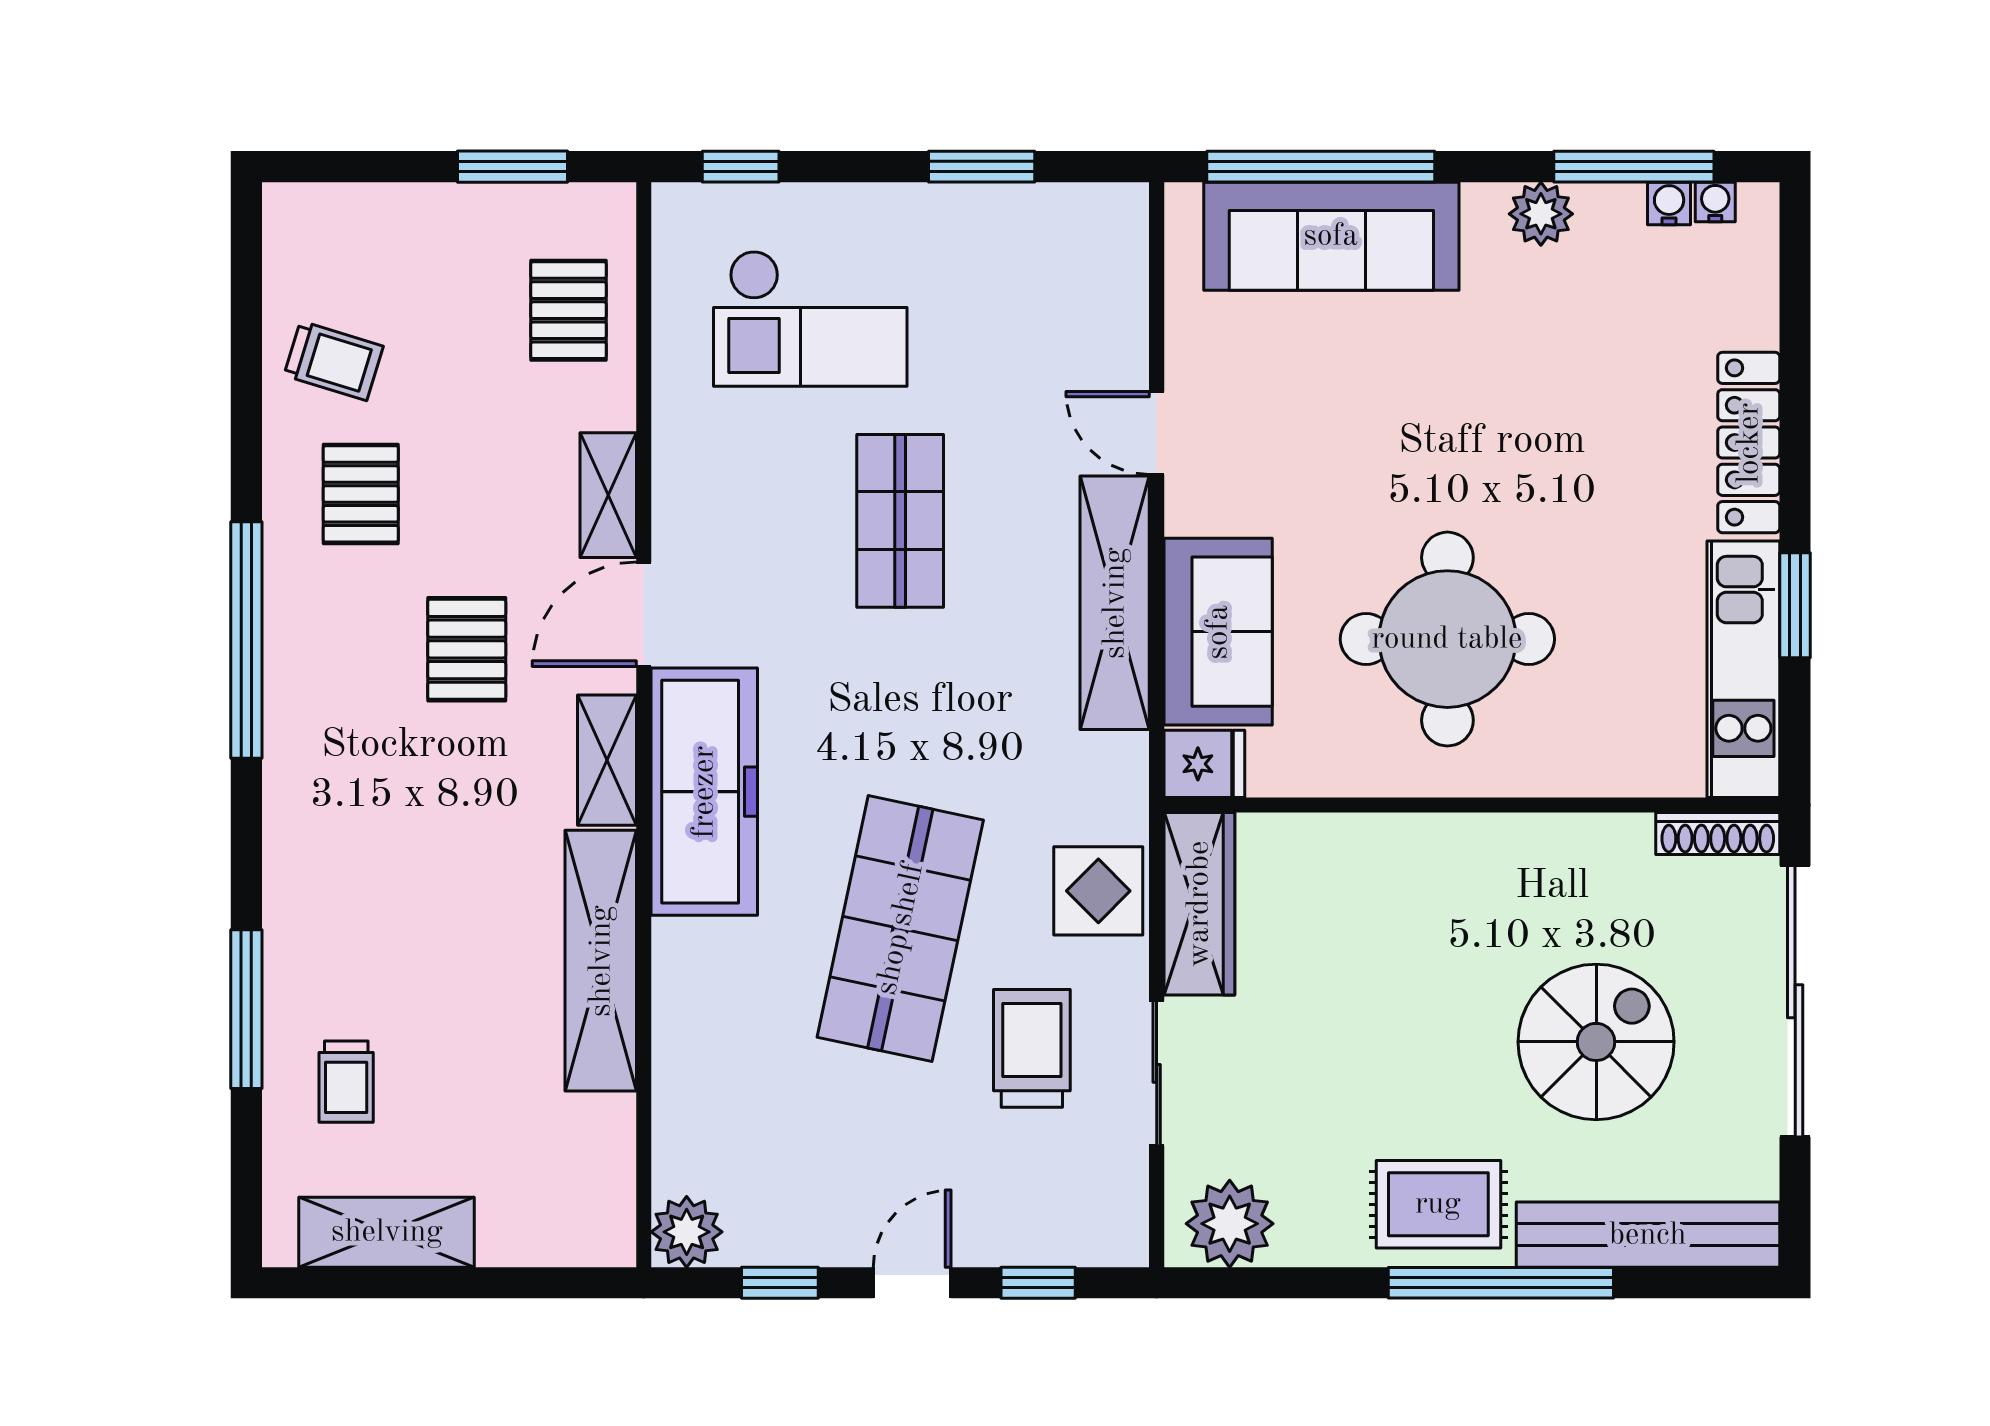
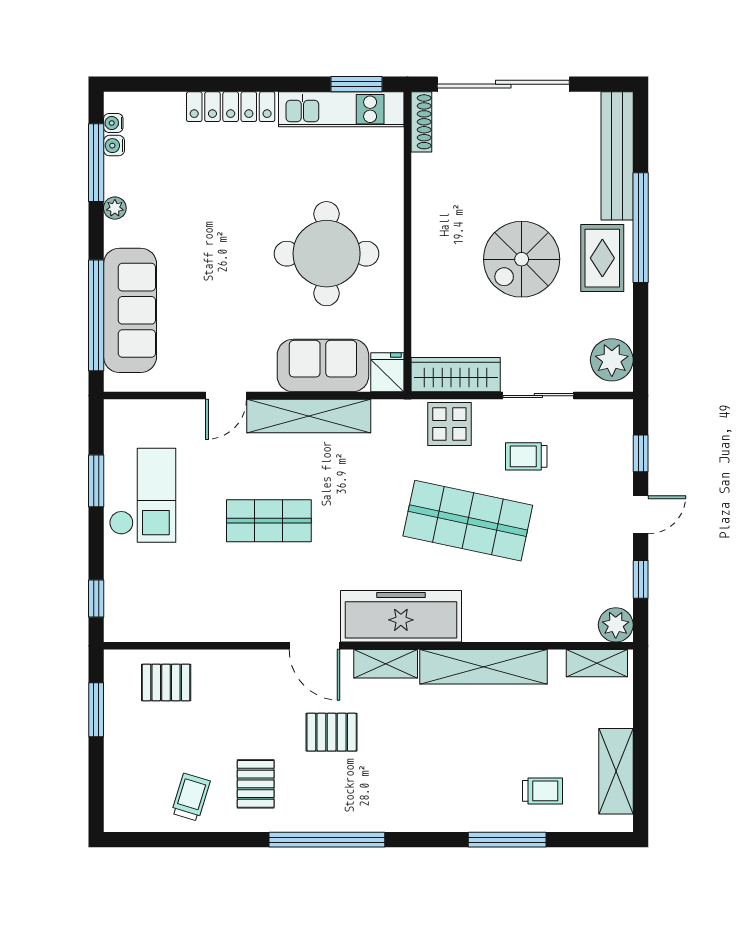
plant: (1541, 214) -> (115, 208), width x0.73, depth x0.73
checkout: (810, 318) -> (143, 495), moved
pallet: (361, 494) -> (256, 784), turned 90
shelving: (608, 495) -> (597, 663), moved
window: (1795, 605) -> (357, 84), moved
spiral stairs: (1596, 1042) -> (522, 259), moved, turned -90
trolley: (1032, 1048) -> (526, 456), width x0.73, depth x0.72
door: (912, 1283) -> (641, 515), swing flipped

